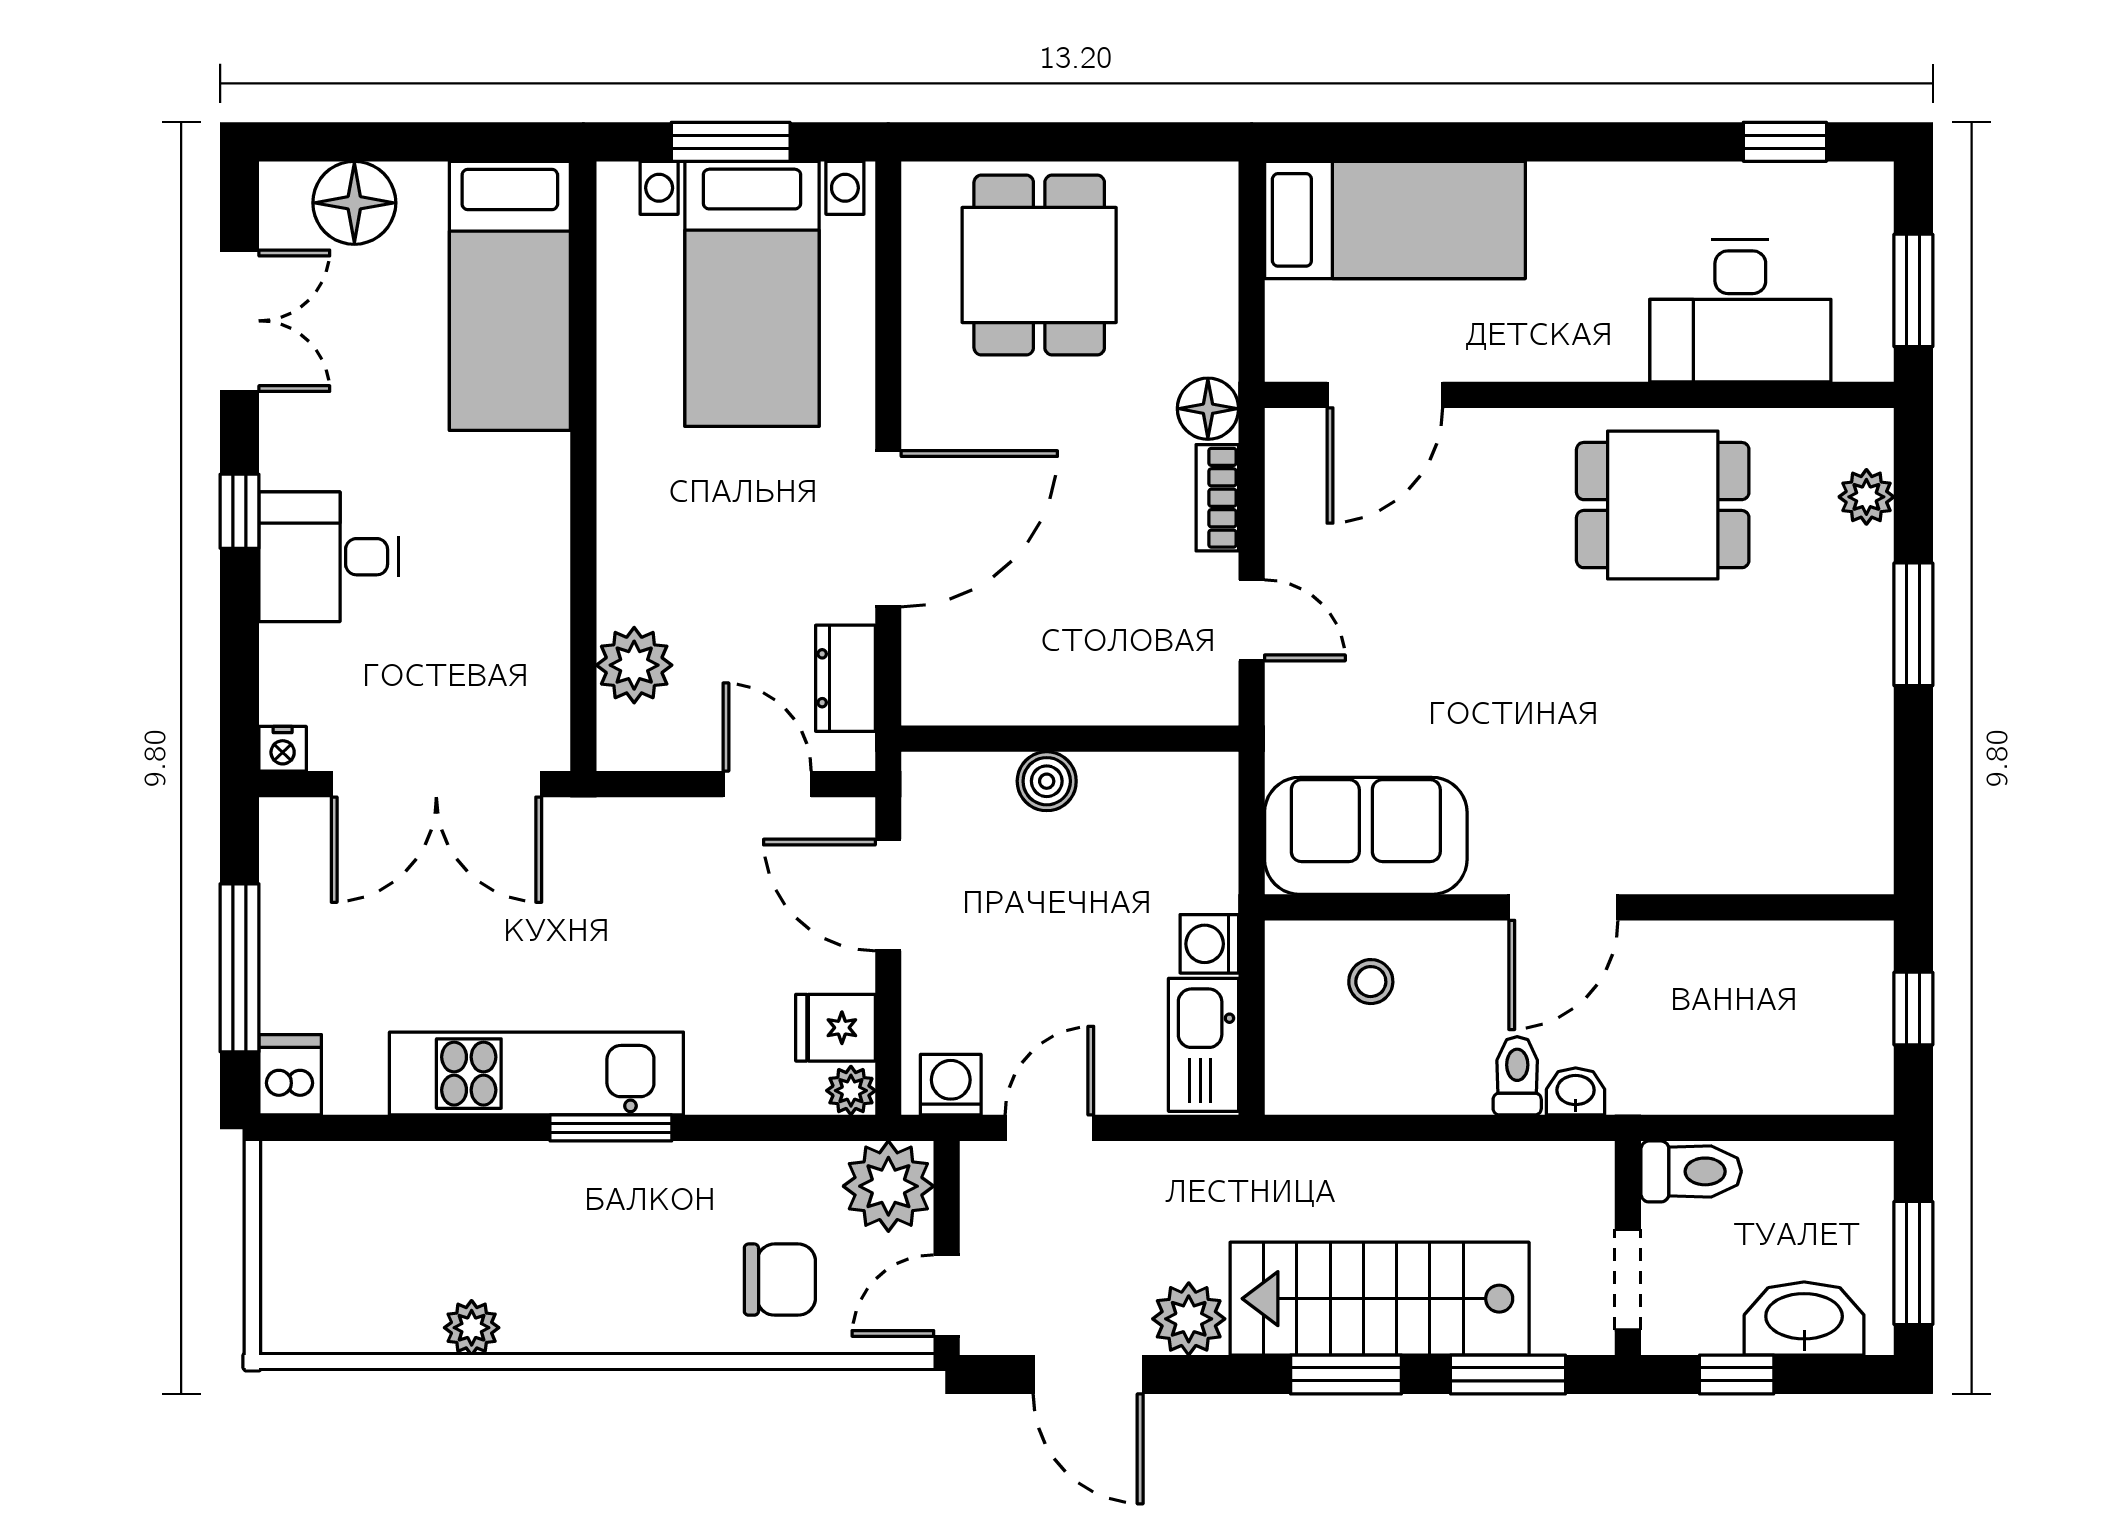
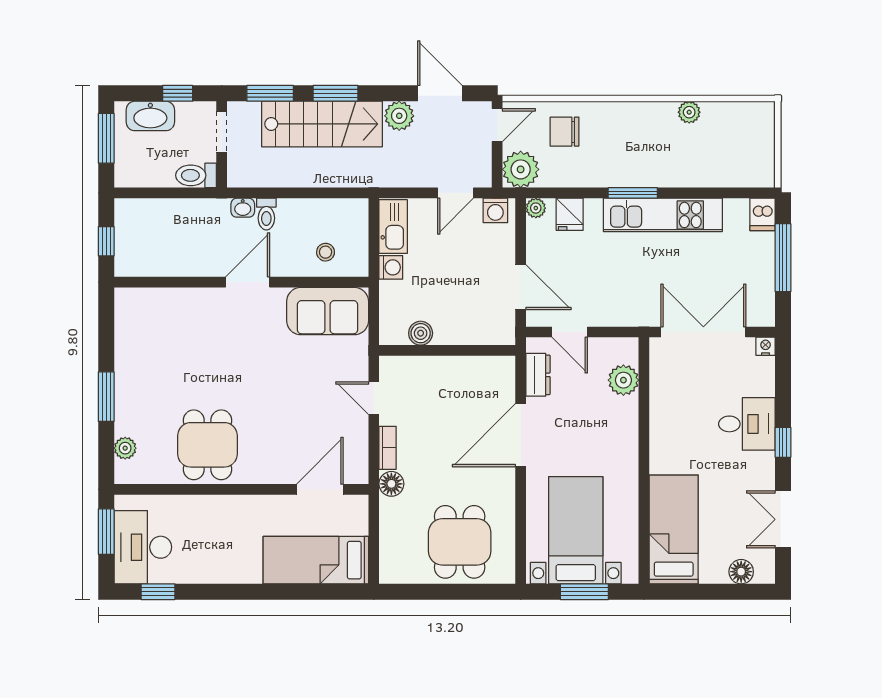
floor lamp: (354, 203) -> (741, 572), width x0.73, depth x0.73
desk: (1740, 311) -> (143, 547), moved, turned -90
dining table: (1663, 505) -> (208, 445), turned 90
boiler: (1047, 781) -> (421, 333), moved
fridge: (836, 1028) -> (570, 214), moved, turned 90

